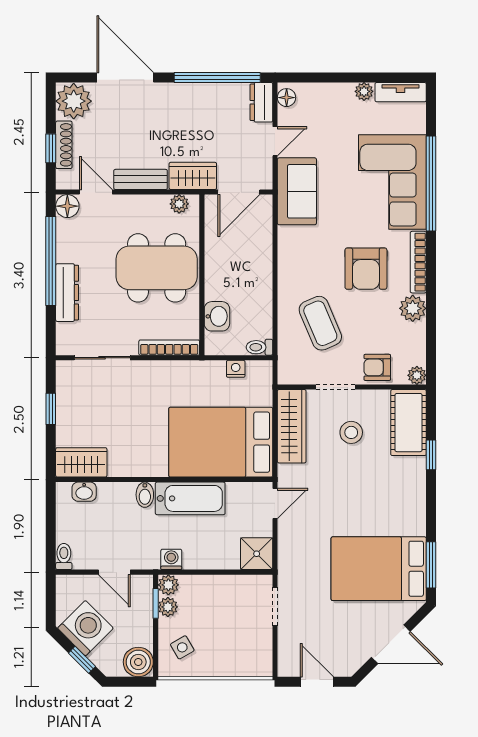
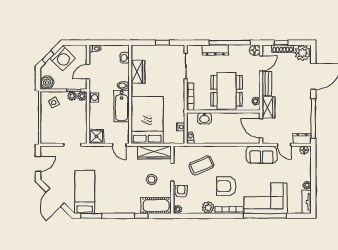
wardrobe: (81, 462) -> (138, 72), moved
bed: (379, 569) -> (85, 192), width x0.67

